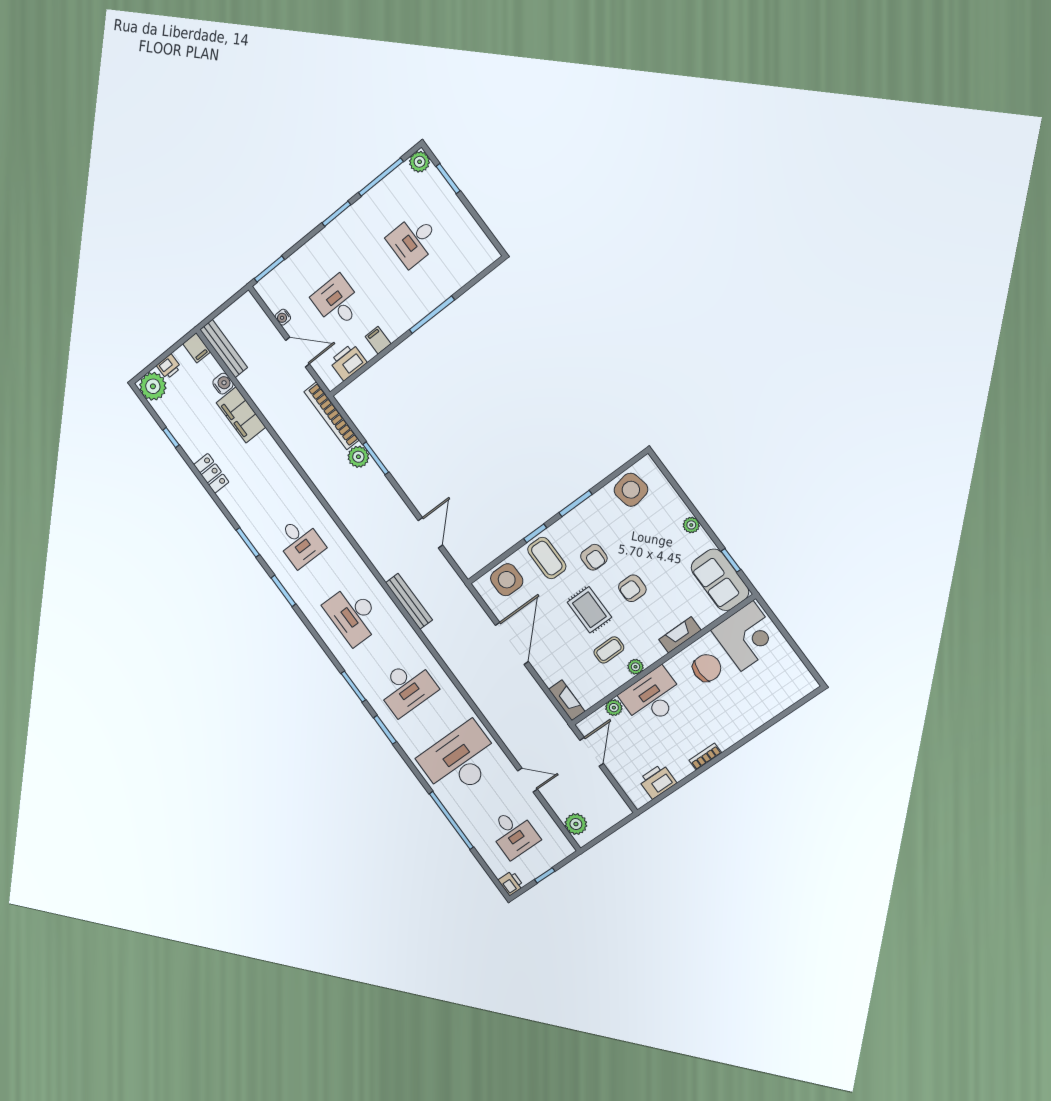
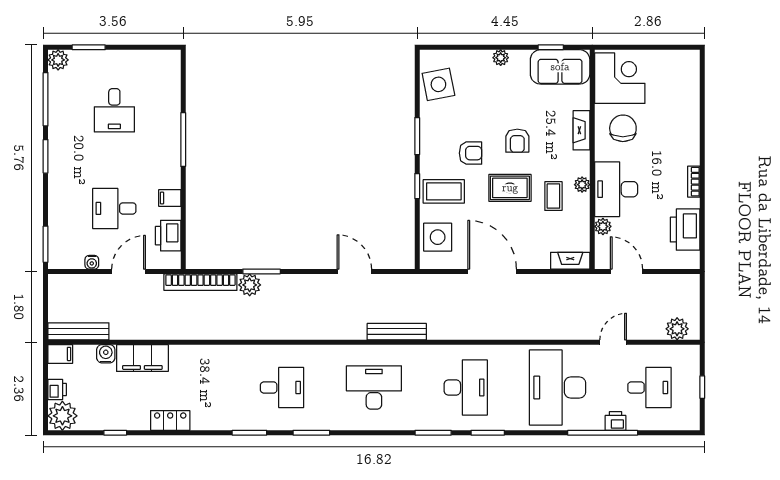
desk: (353, 615) -> (374, 388), turned 180
printer: (657, 781) -> (685, 230), width x1.37, depth x1.19
printer: (511, 883) -> (615, 421), moved

